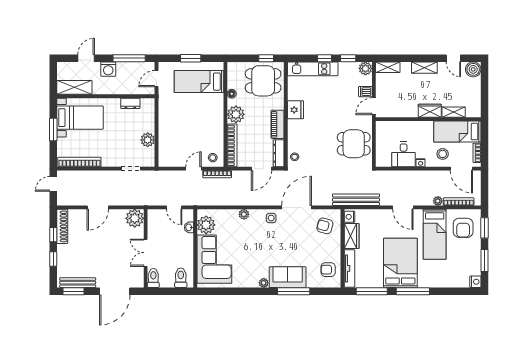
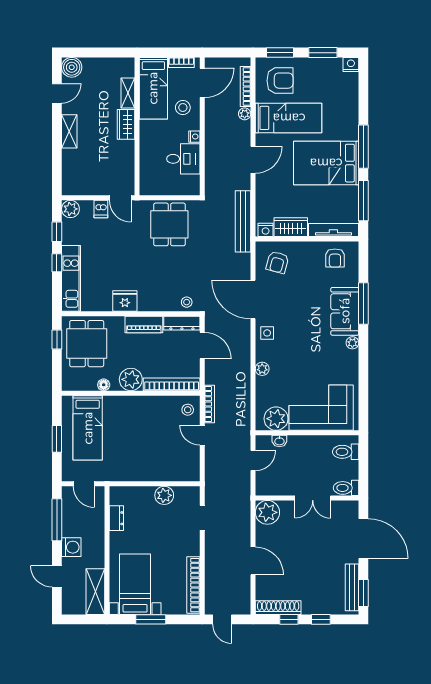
shelving: (388, 67) -> (69, 180), removed

